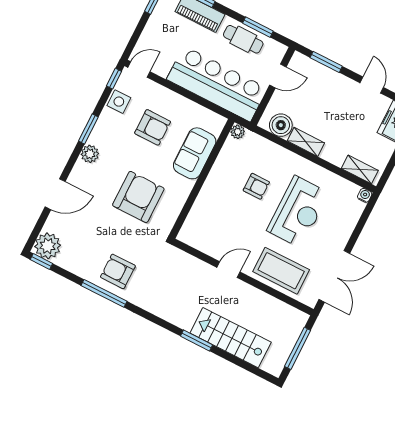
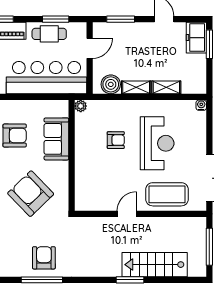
shelving: (360, 169) -> (166, 87), moved
armchair: (138, 197) -> (31, 194), turned -44
armchair: (118, 271) -> (44, 258), turned 90

